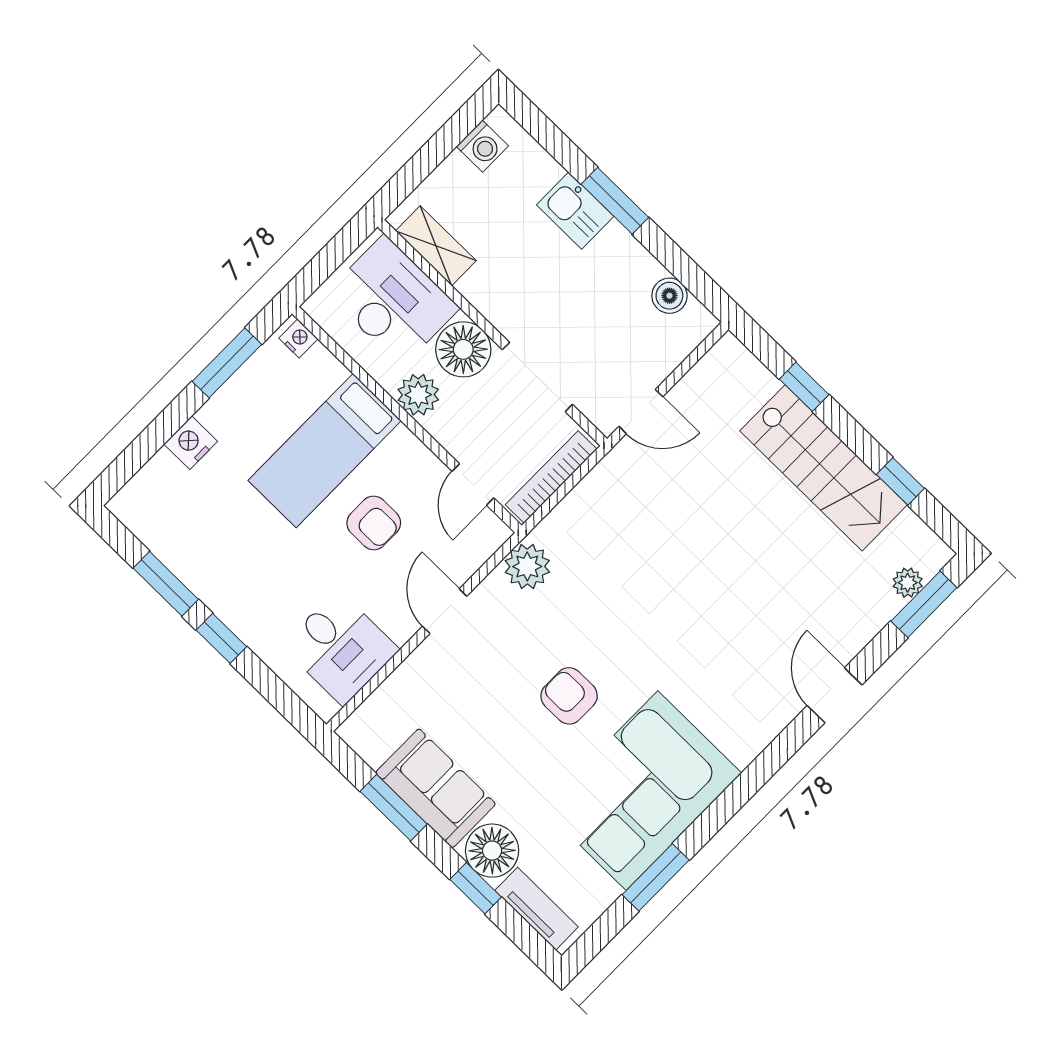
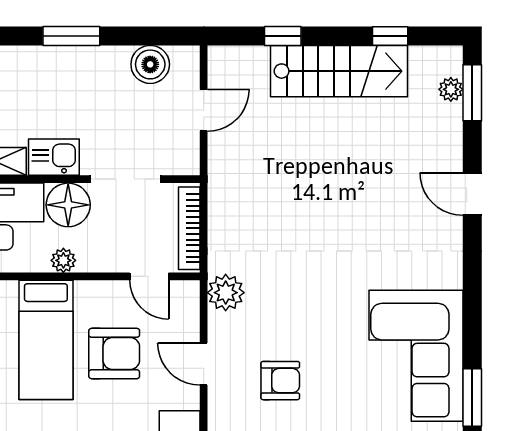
kitchen sink: (575, 211) -> (54, 157), moved, turned 180
boiler: (669, 296) -> (150, 64), width x1.36, depth x1.36
plant: (418, 395) -> (63, 260), width x0.73, depth x0.73
door: (641, 412) -> (204, 110), moved
armchair: (374, 523) -> (114, 354), width x1.38, depth x1.38
armchair: (569, 696) -> (280, 381), moved, turned 180

